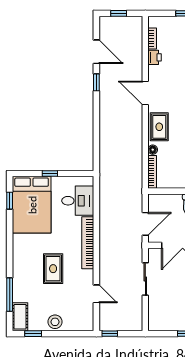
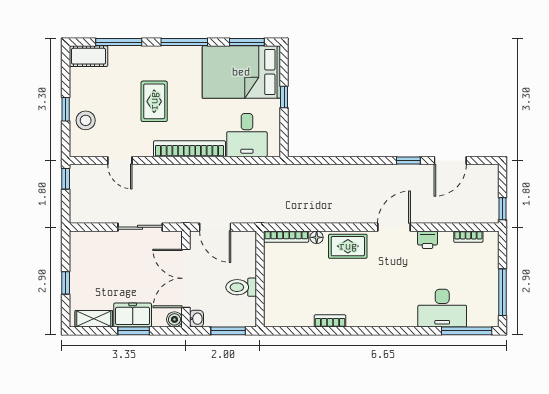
window: (119, 13) -> (503, 209), moved
printer: (154, 57) -> (428, 240), moved
window: (10, 201) -> (247, 42), width x1.50
window: (10, 247) -> (184, 42), added
rug: (53, 269) -> (154, 101), turned 90
door: (96, 294) -> (120, 161), hinge flipped
stool: (55, 322) -> (86, 120), moved
window: (33, 334) -> (66, 109), moved

